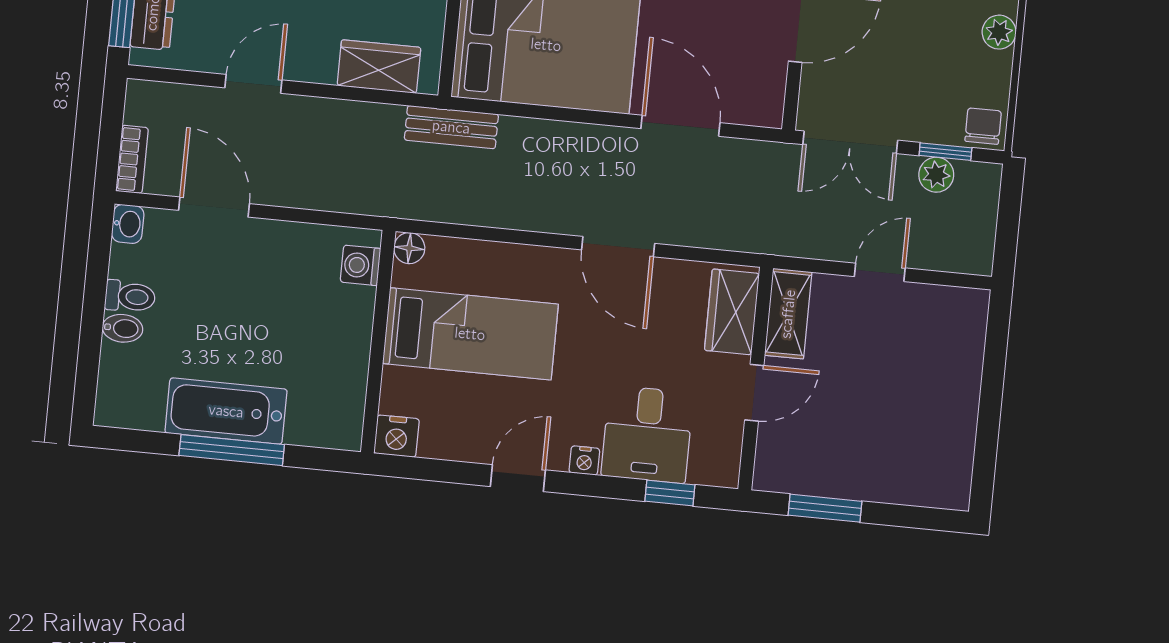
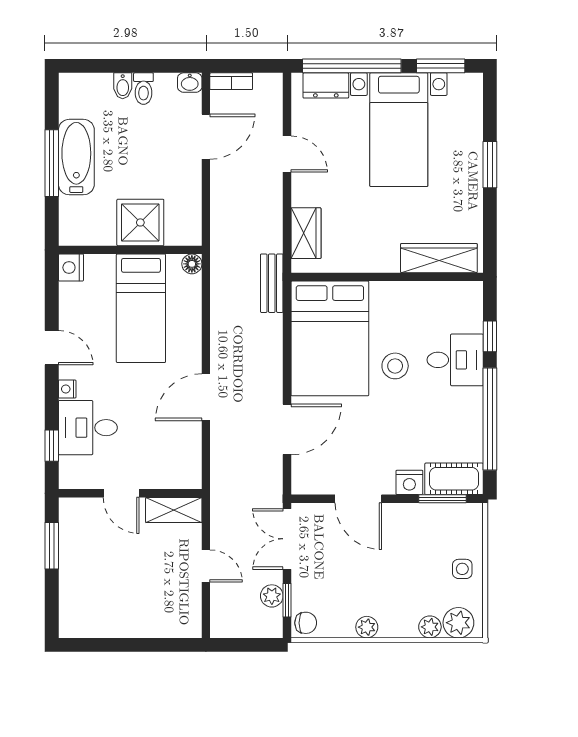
washing machine: (361, 265) -> (178, 234), removed
wardrobe: (732, 312) -> (171, 474), removed
shower: (337, 322) -> (140, 222), added

